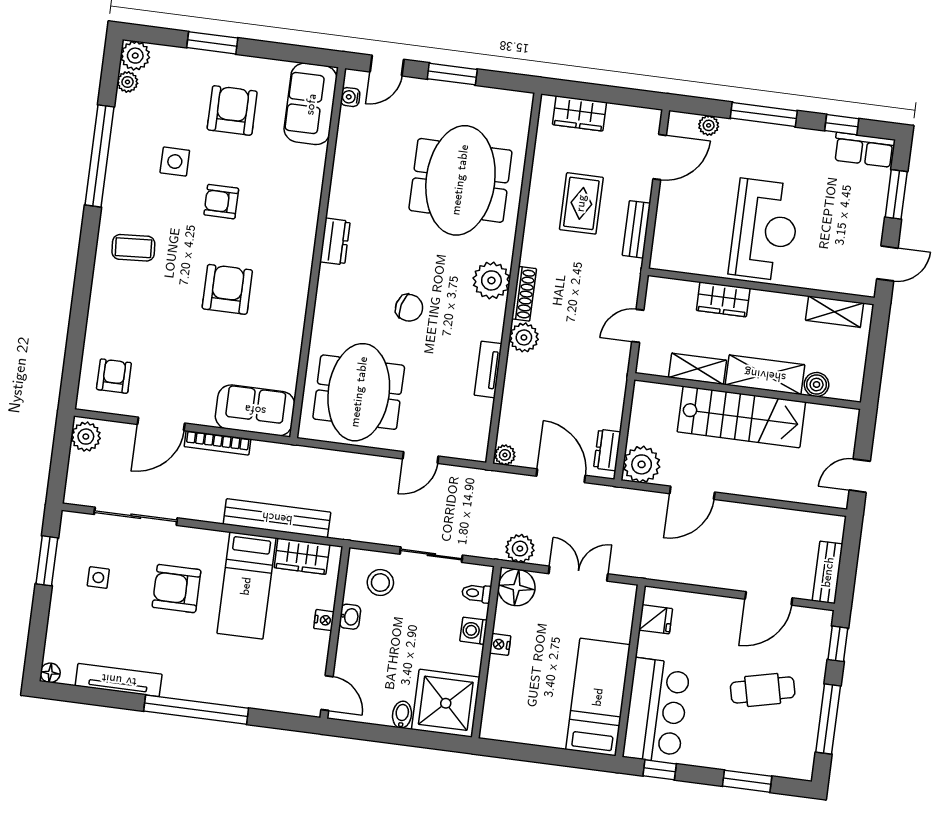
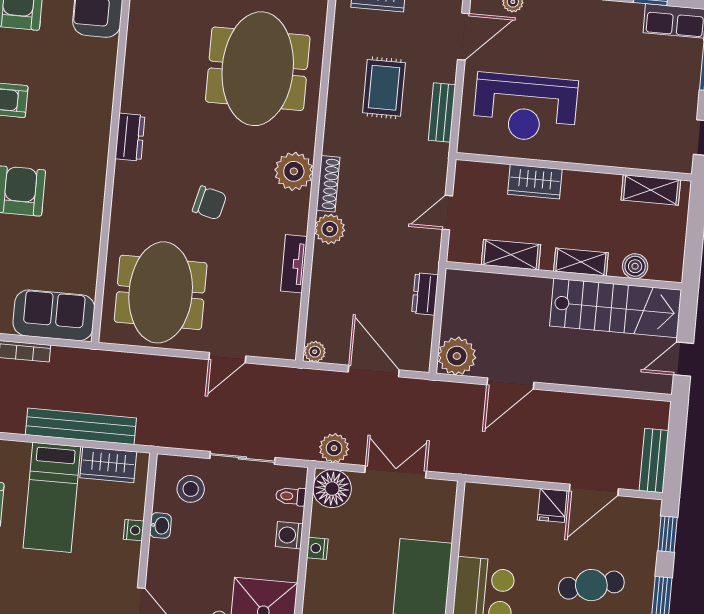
reception desk: (765, 230) -> (525, 108), moved, turned 90
shelving: (765, 375) -> (581, 262), width x0.67, depth x0.75
stairs: (741, 417) -> (616, 308), moved
dresser: (607, 450) -> (425, 294), moved
fridge: (656, 619) -> (552, 505), moved, turned 90

